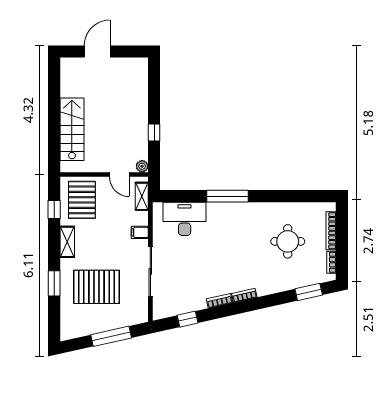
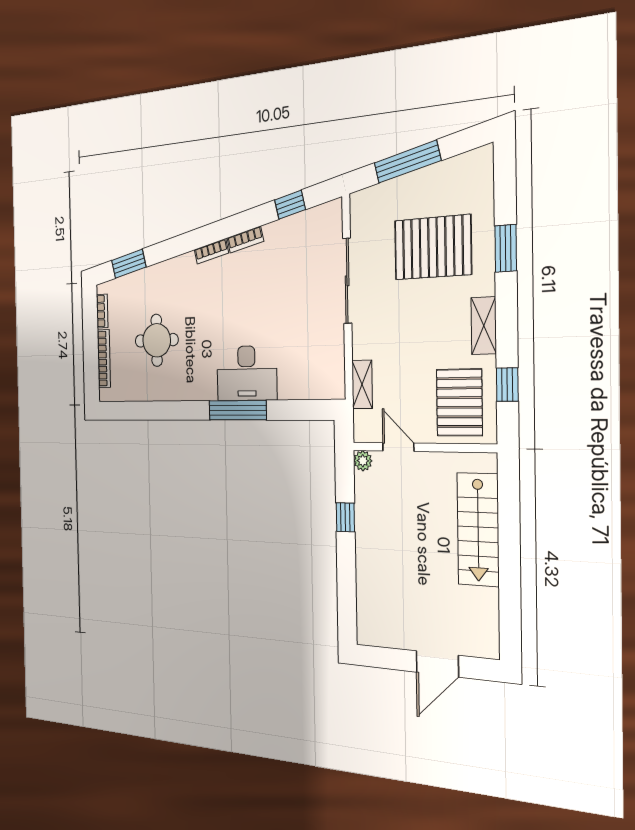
shelving: (142, 196) -> (362, 384), moved
desk: (185, 219) -> (247, 373), moved
filing cabinet: (140, 232) -> (365, 347), removed

